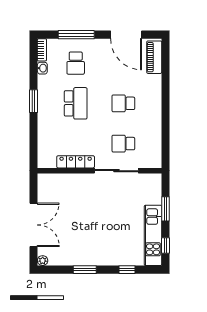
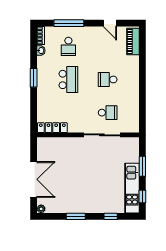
door: (126, 35) -> (110, 23), width x0.53
school desk: (123, 144) -> (108, 113), turned 180
locker: (76, 162) -> (52, 128), moved

